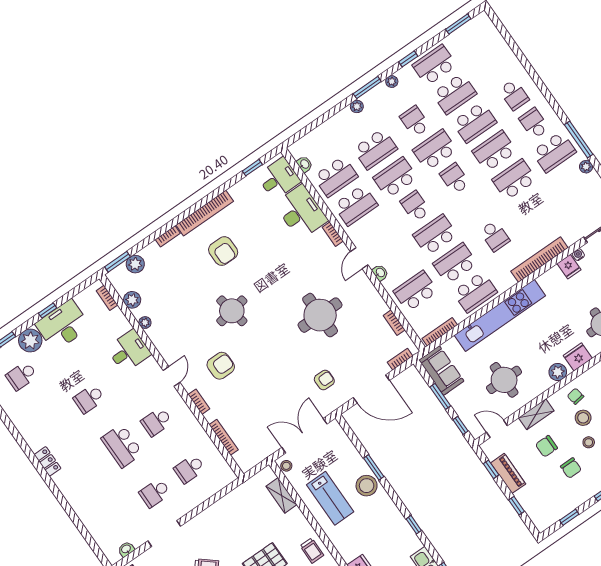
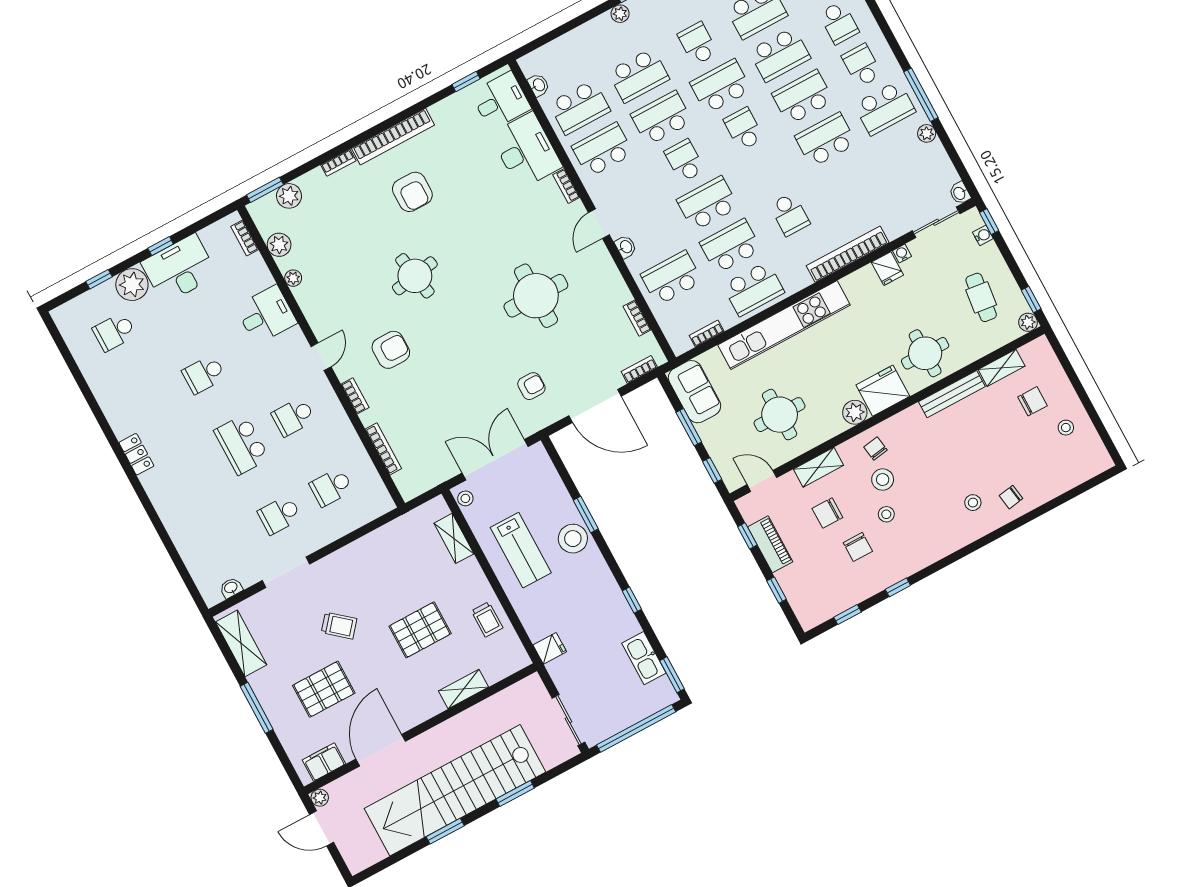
school desk: (356, 205) -> (603, 150), turned 180
bookcase: (440, 332) -> (707, 333), width x0.64
fridge: (578, 357) -> (883, 391), width x1.36, depth x1.34

